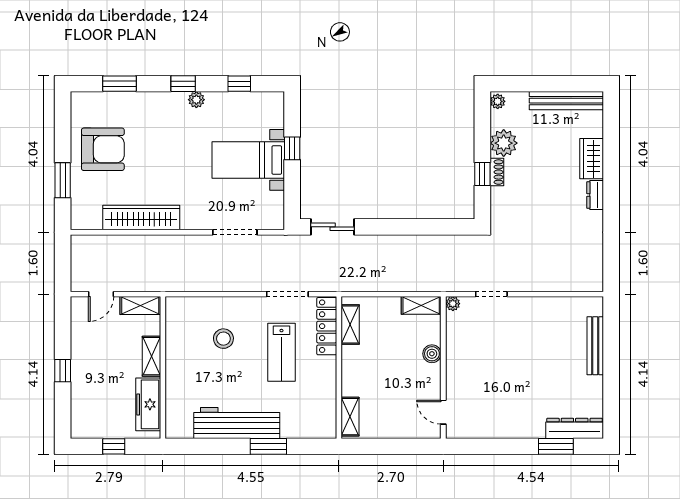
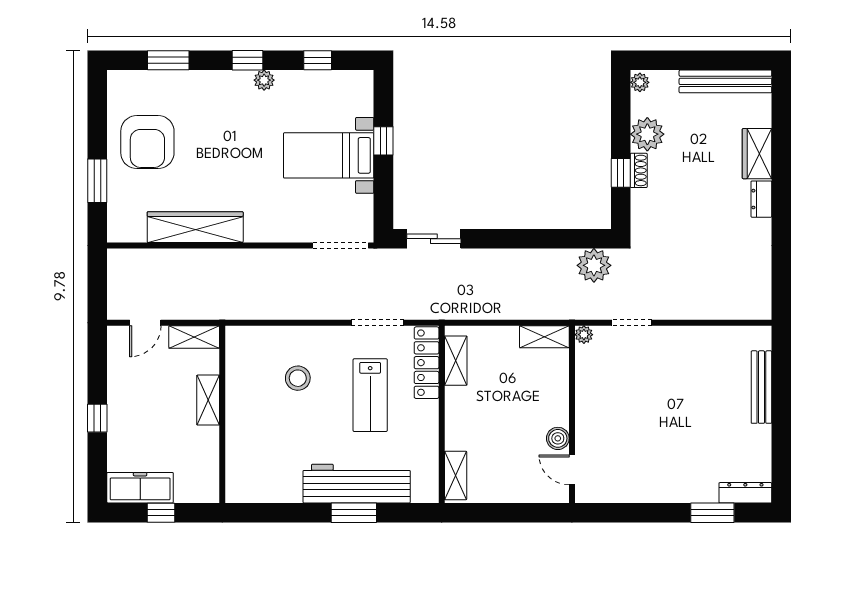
armchair: (103, 149) -> (147, 142), turned 90
doorway: (235, 232) -> (341, 245), moved
plant: (461, 248) -> (594, 265), added
boiler: (432, 354) -> (558, 438), moved
freezer: (148, 404) -> (140, 488), moved, turned 90
workbench: (237, 423) -> (357, 484), moved
dresser: (575, 428) -> (745, 493), width x0.73, depth x0.80

